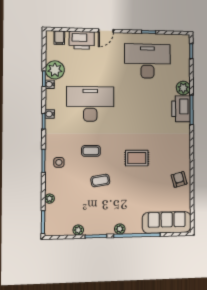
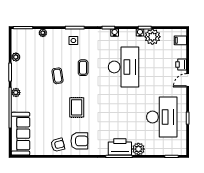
door: (106, 31) -> (188, 80), hinge flipped
printer: (82, 40) -> (181, 65), width x0.53, depth x0.68
armchair: (175, 155) -> (79, 141), added

